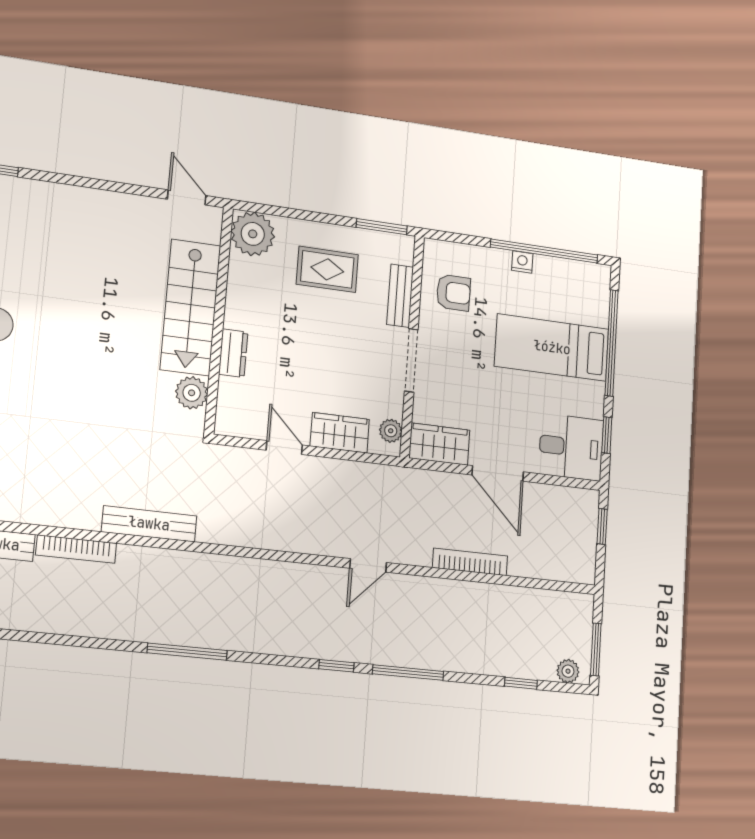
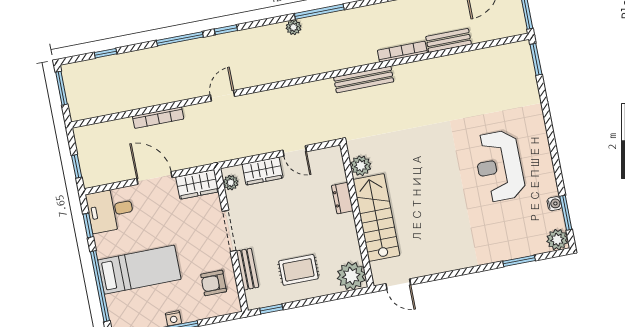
window: (382, 227) -> (271, 309), width x0.67
plant: (568, 671) -> (294, 27), moved

